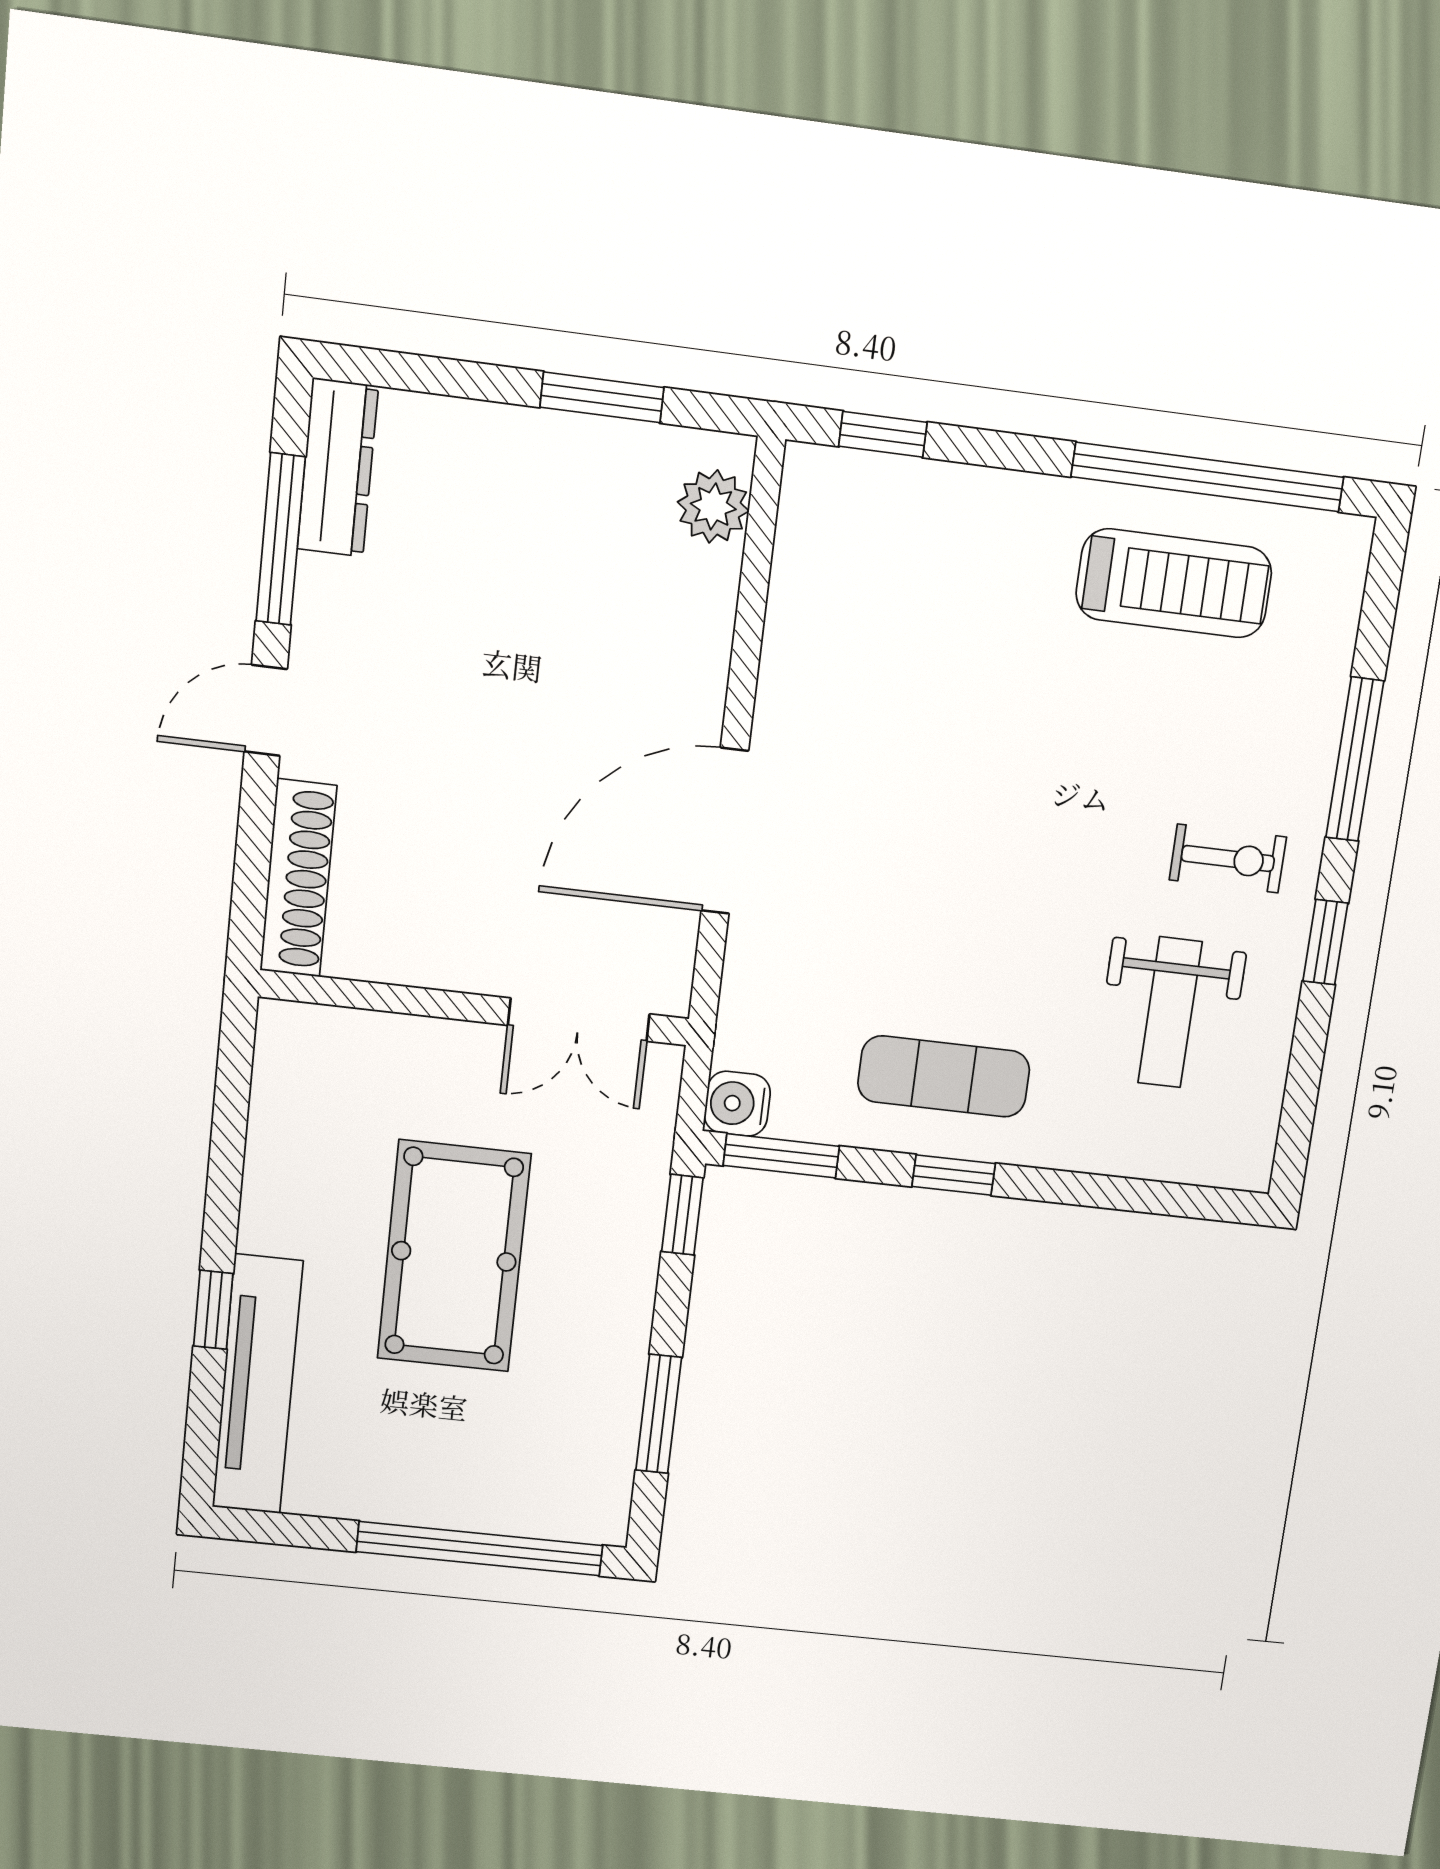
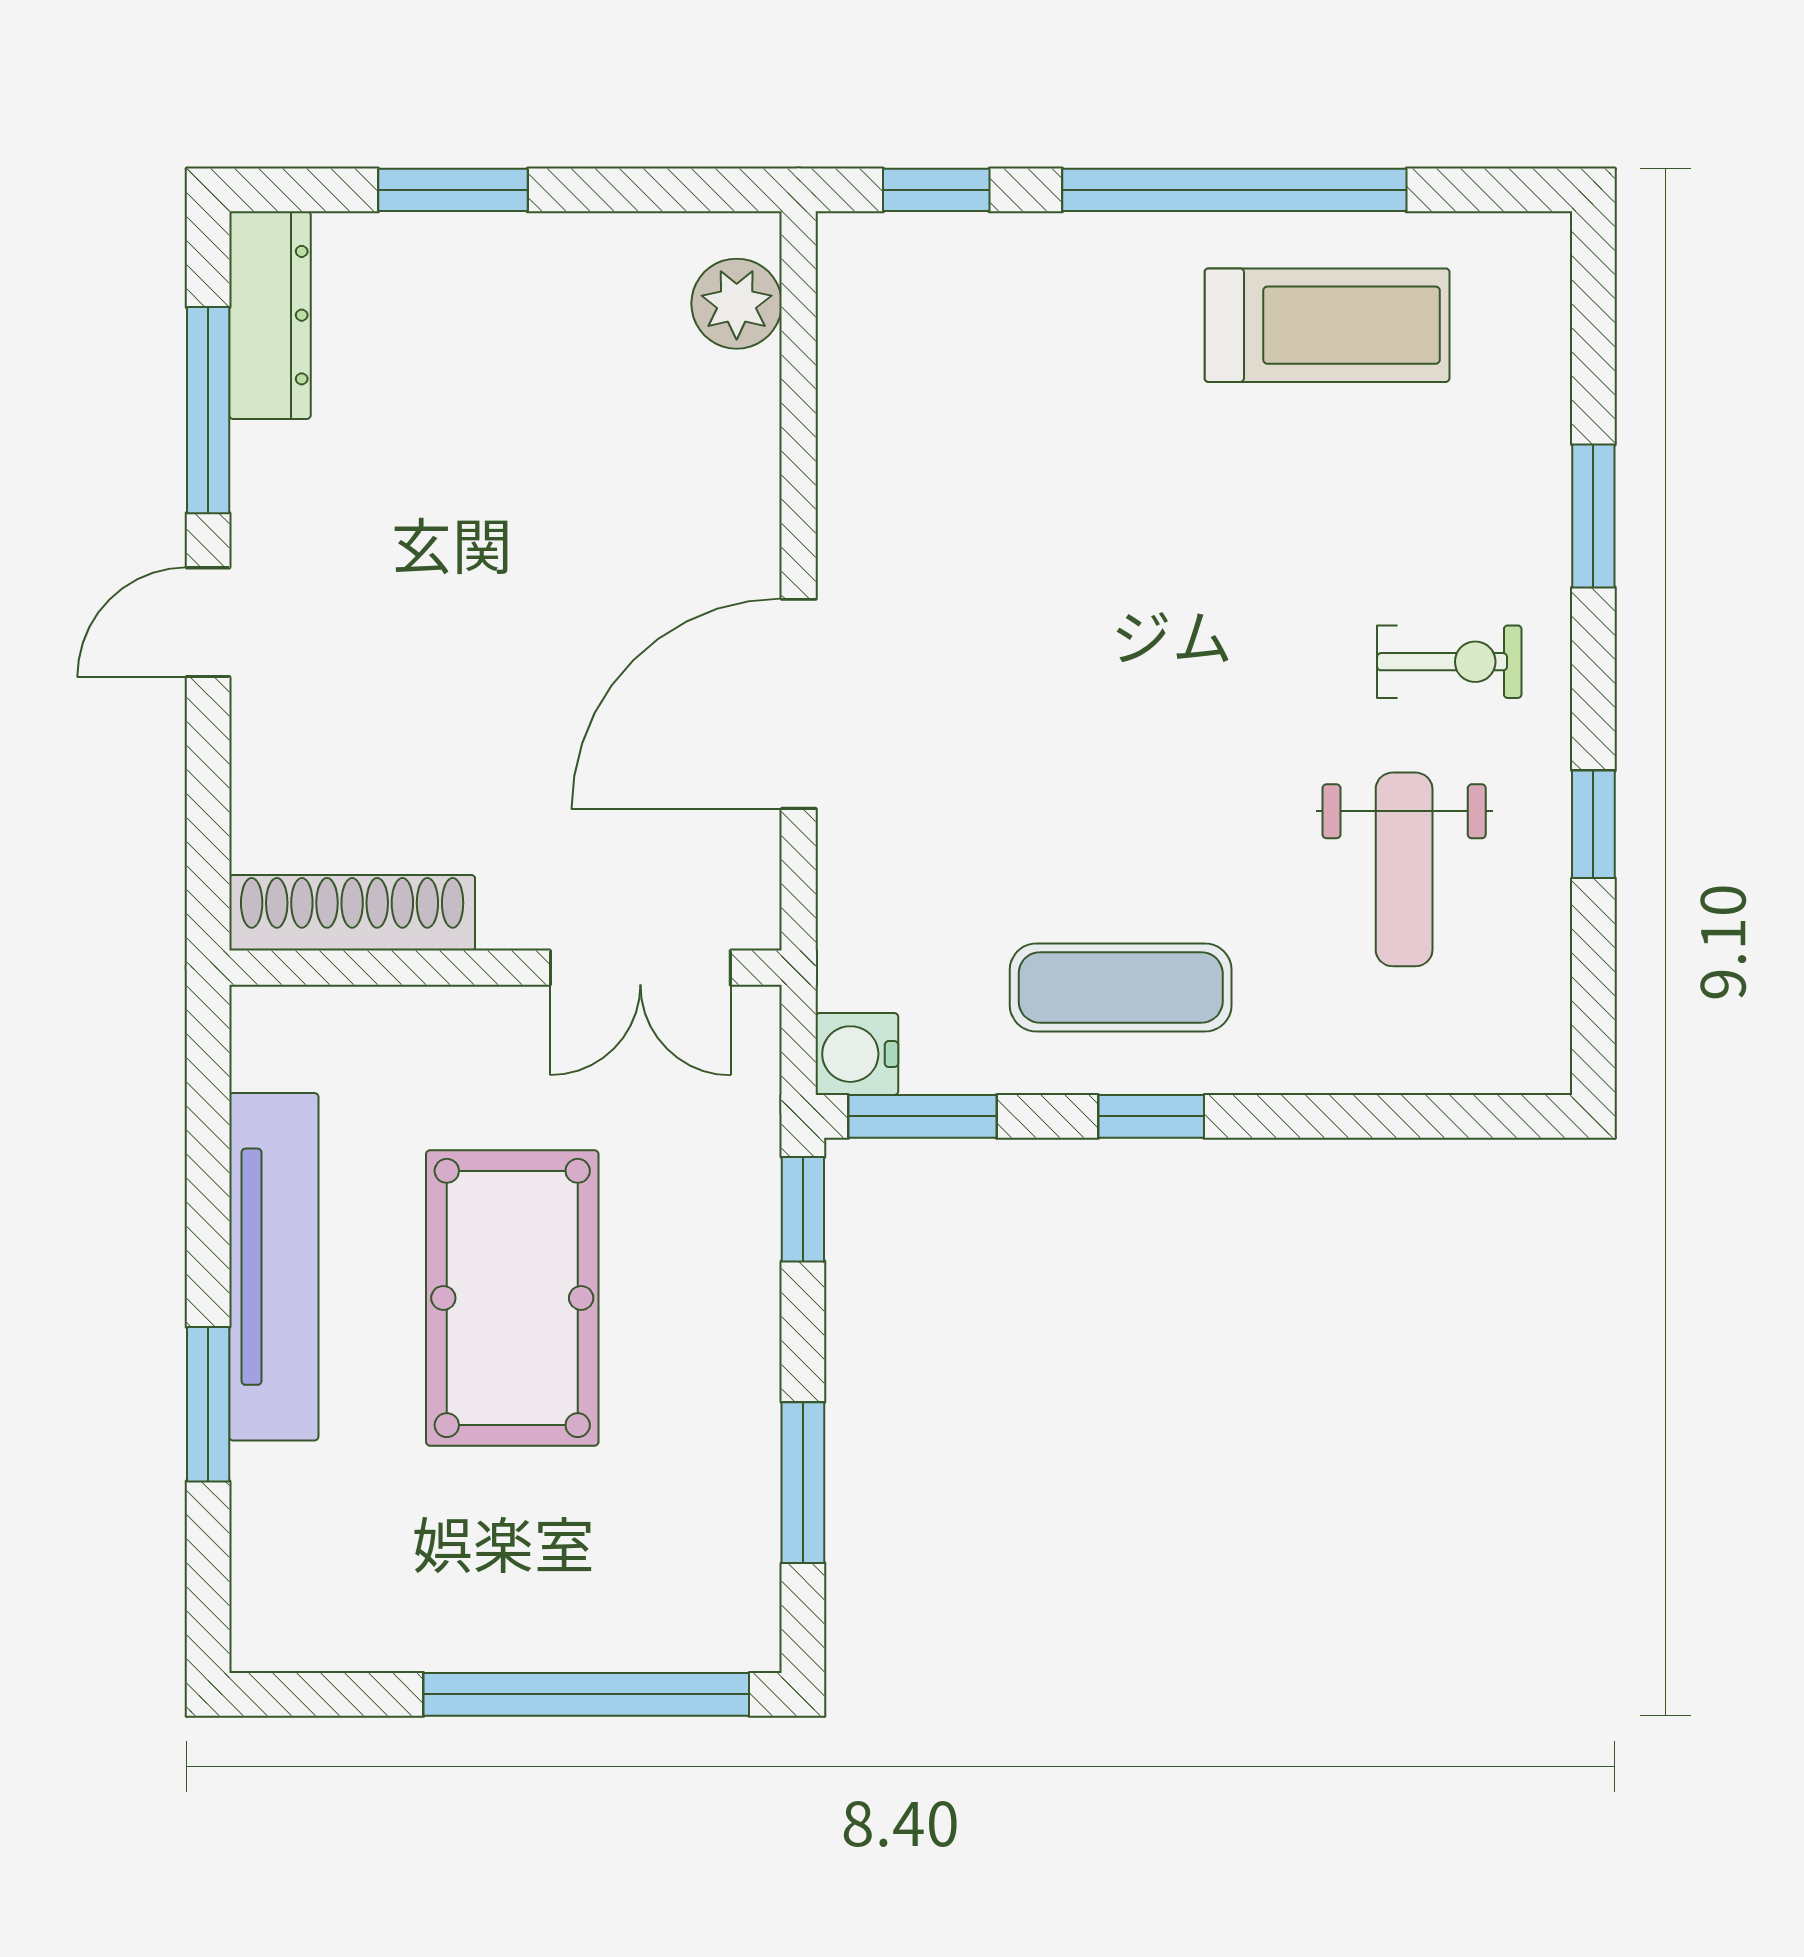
window: (602, 397) -> (453, 190), moved
window: (1208, 477) -> (1234, 190), moved
window: (1355, 759) -> (1593, 516), width x0.69
shoe rack: (298, 878) -> (352, 913), moved, turned -90
window: (1325, 942) -> (1593, 824), moved
window: (213, 1310) -> (208, 1404), width x1.50
tv unit: (257, 1385) -> (274, 1267), moved

